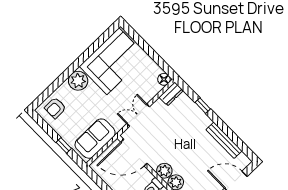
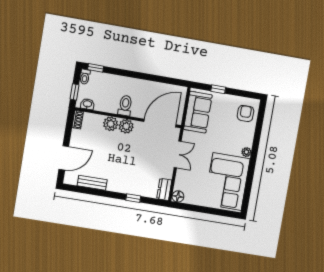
plant: (78, 81) -> (246, 152), width x0.53, depth x0.53
bench: (224, 140) -> (92, 183), width x0.73

